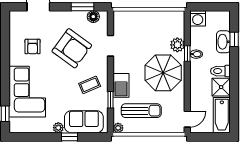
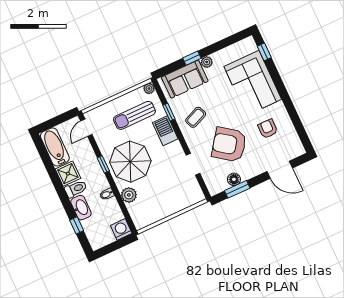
floor lamp: (93, 17) -> (234, 179), moved
washbasin: (223, 42) -> (81, 208), moved
window: (187, 54) -> (103, 164), moved

